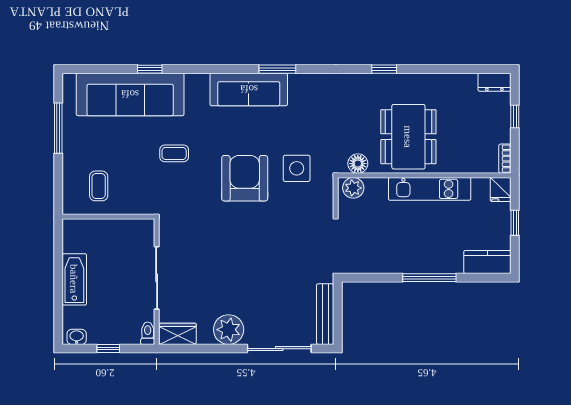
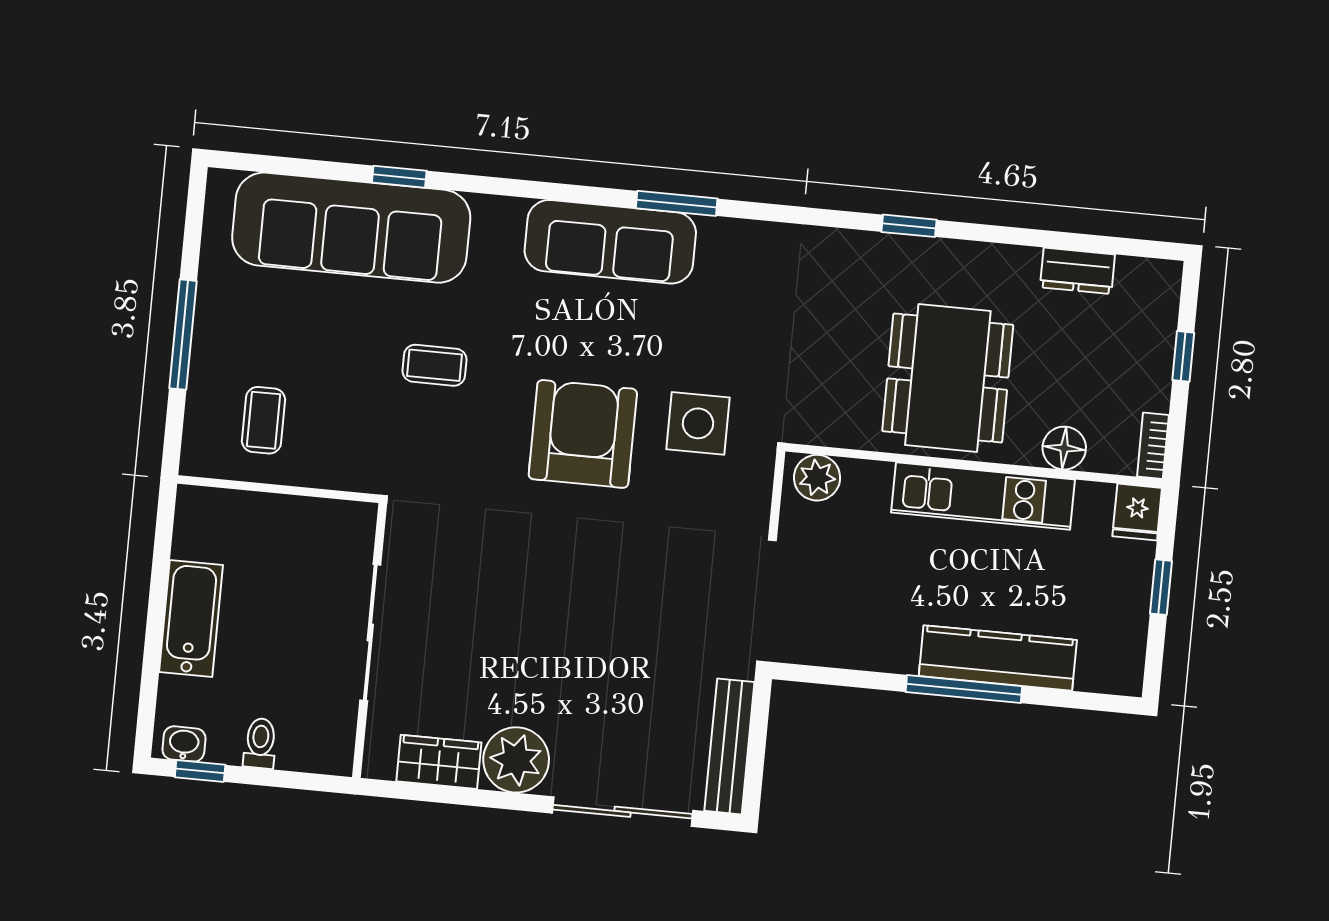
dresser: (494, 82) -> (1077, 271), moved
window: (58, 128) -> (183, 335), moved
floor lamp: (358, 164) -> (1064, 448), moved
kitchen counter: (487, 262) -> (998, 658), moved, width x1.50
toilet: (148, 333) -> (260, 743), moved
wardrobe: (178, 334) -> (439, 762), moved
window: (108, 349) -> (200, 771), moved

